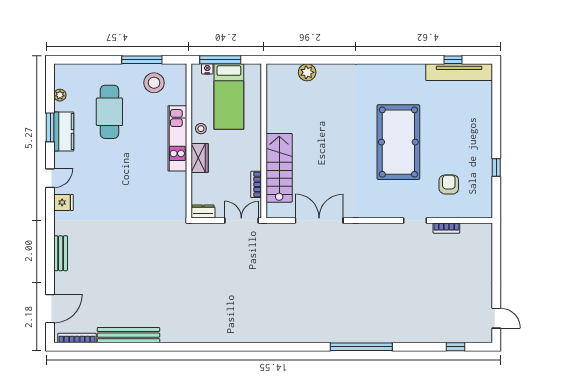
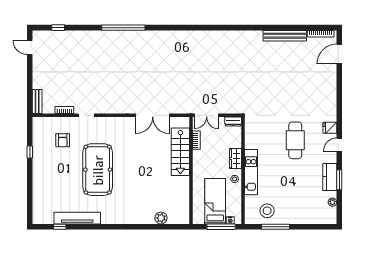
tv unit: (459, 72) -> (77, 218), moved
cafe table: (109, 112) -> (295, 140), moved
bench: (61, 253) -> (37, 101), moved

